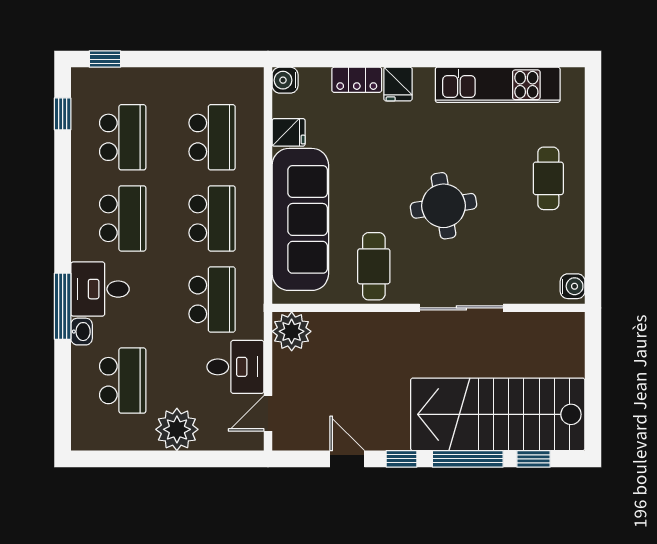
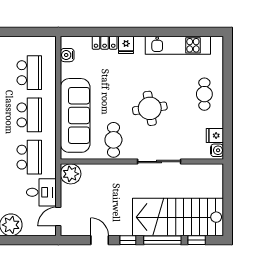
water cooler: (285, 80) -> (67, 55), moved
fridge: (289, 132) -> (215, 136), moved, turned 180

